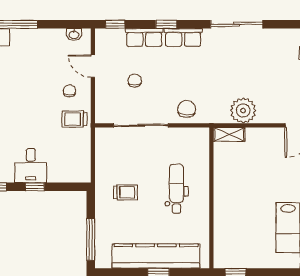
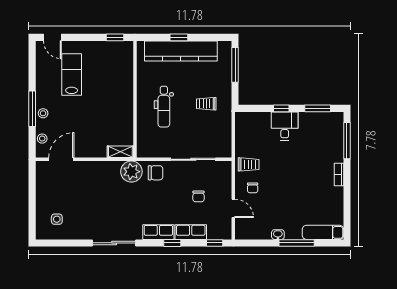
washbasin: (74, 35) -> (278, 235), moved
chair: (187, 109) -> (156, 173), turned -92
plant: (243, 111) -> (131, 172), moved

